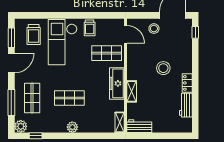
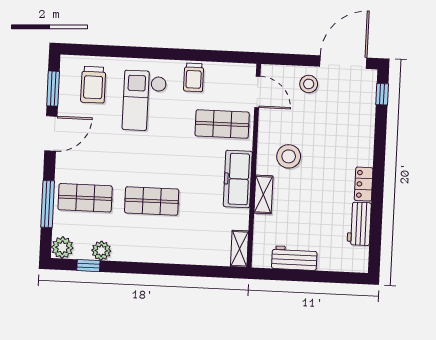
checkout: (63, 42) -> (144, 101), width x0.73, depth x0.83
stool: (163, 68) -> (289, 156), moved
shop shelf: (32, 98) -> (85, 198), turned 90
workbench: (139, 126) -> (294, 258), moved
plant: (72, 127) -> (101, 251), moved

